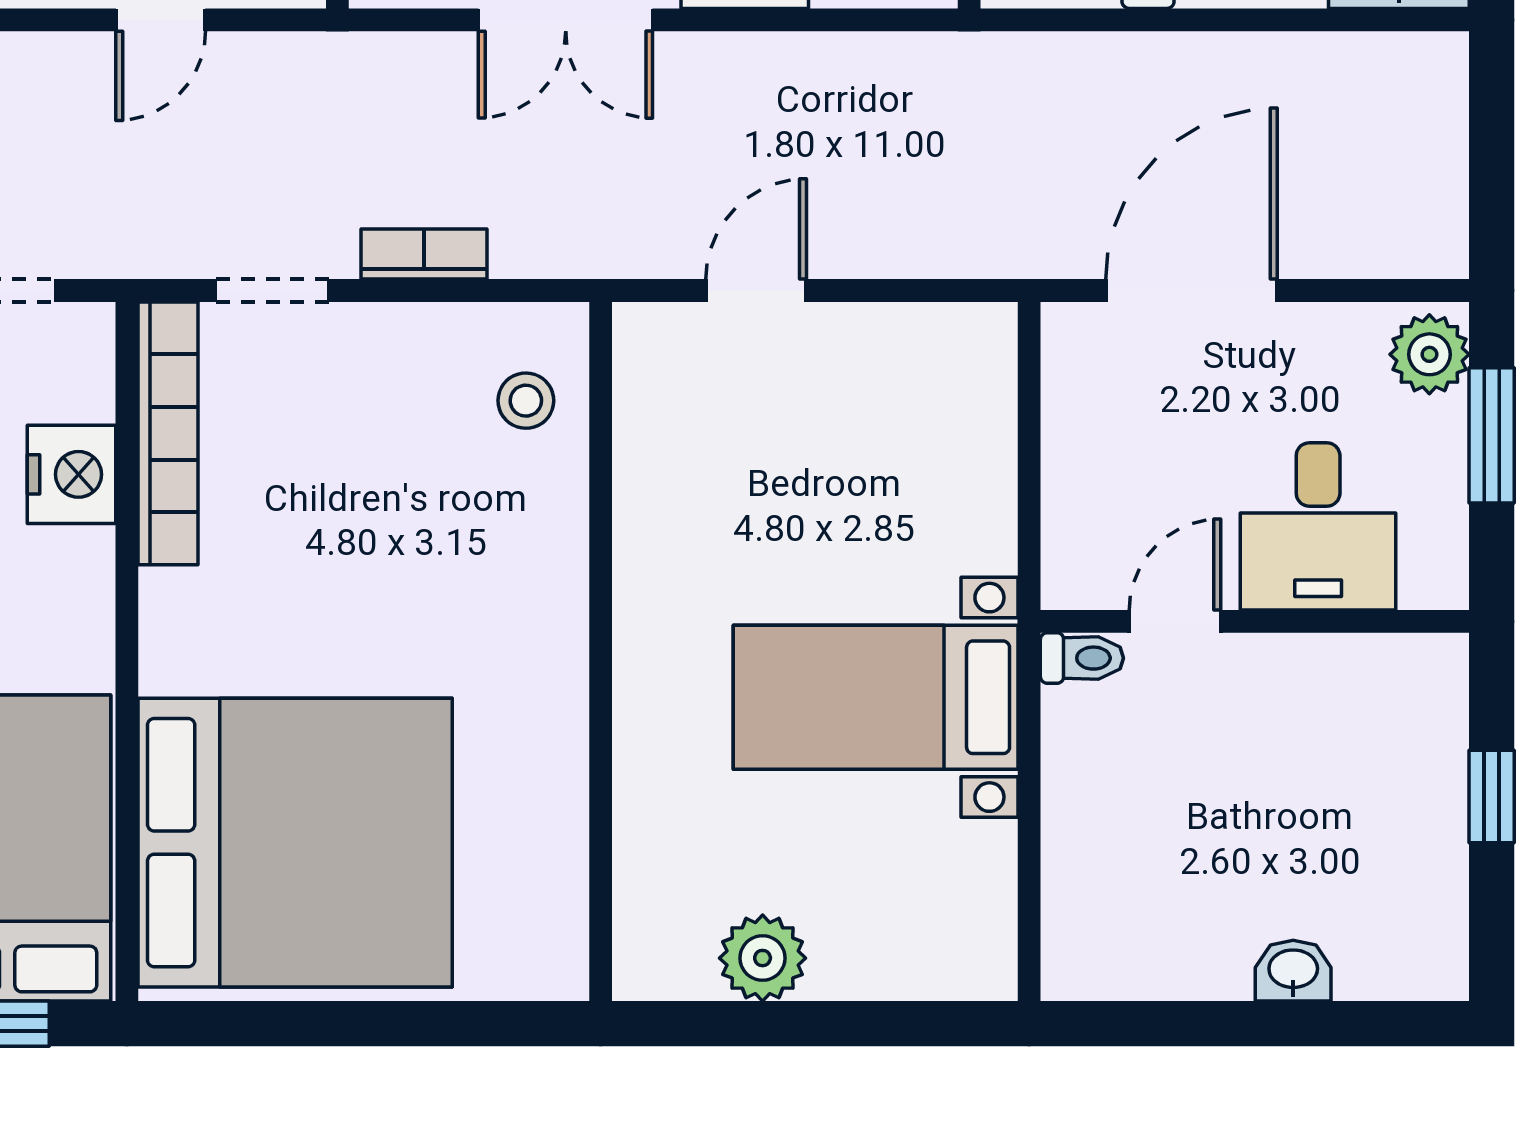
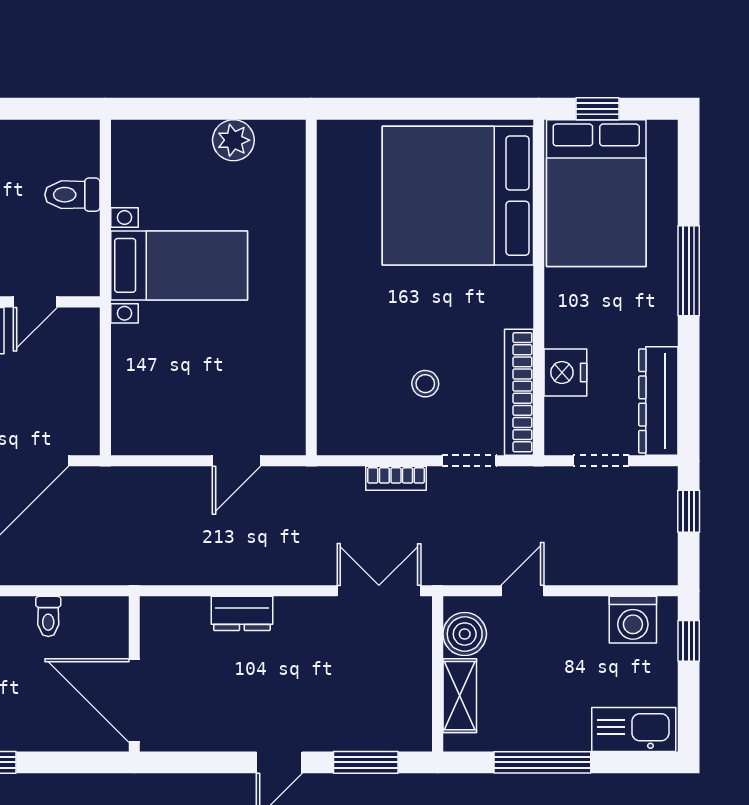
double door: (566, 20) -> (379, 591), moved
stool: (526, 401) -> (425, 384), moved
toilet: (1082, 658) -> (72, 195), moved, width x1.37, depth x1.39

